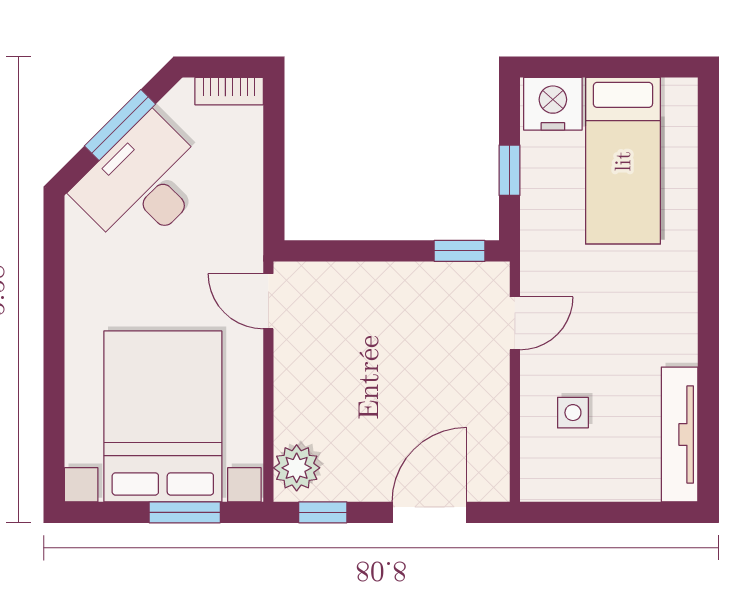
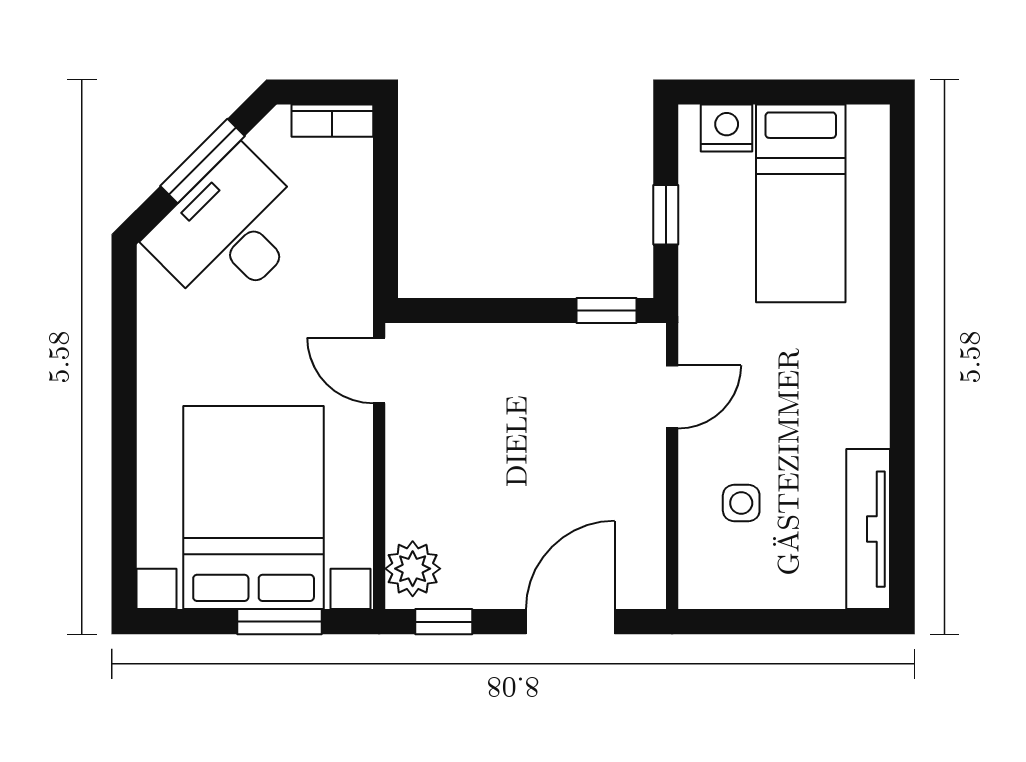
nightstand: (553, 104) -> (727, 128), width x0.74, depth x0.75

